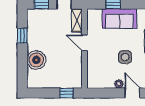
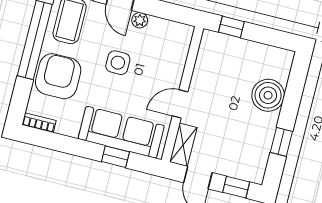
sofa: (120, 19) -> (121, 132), width x1.36
door: (84, 43) -> (180, 104), swing flipped

